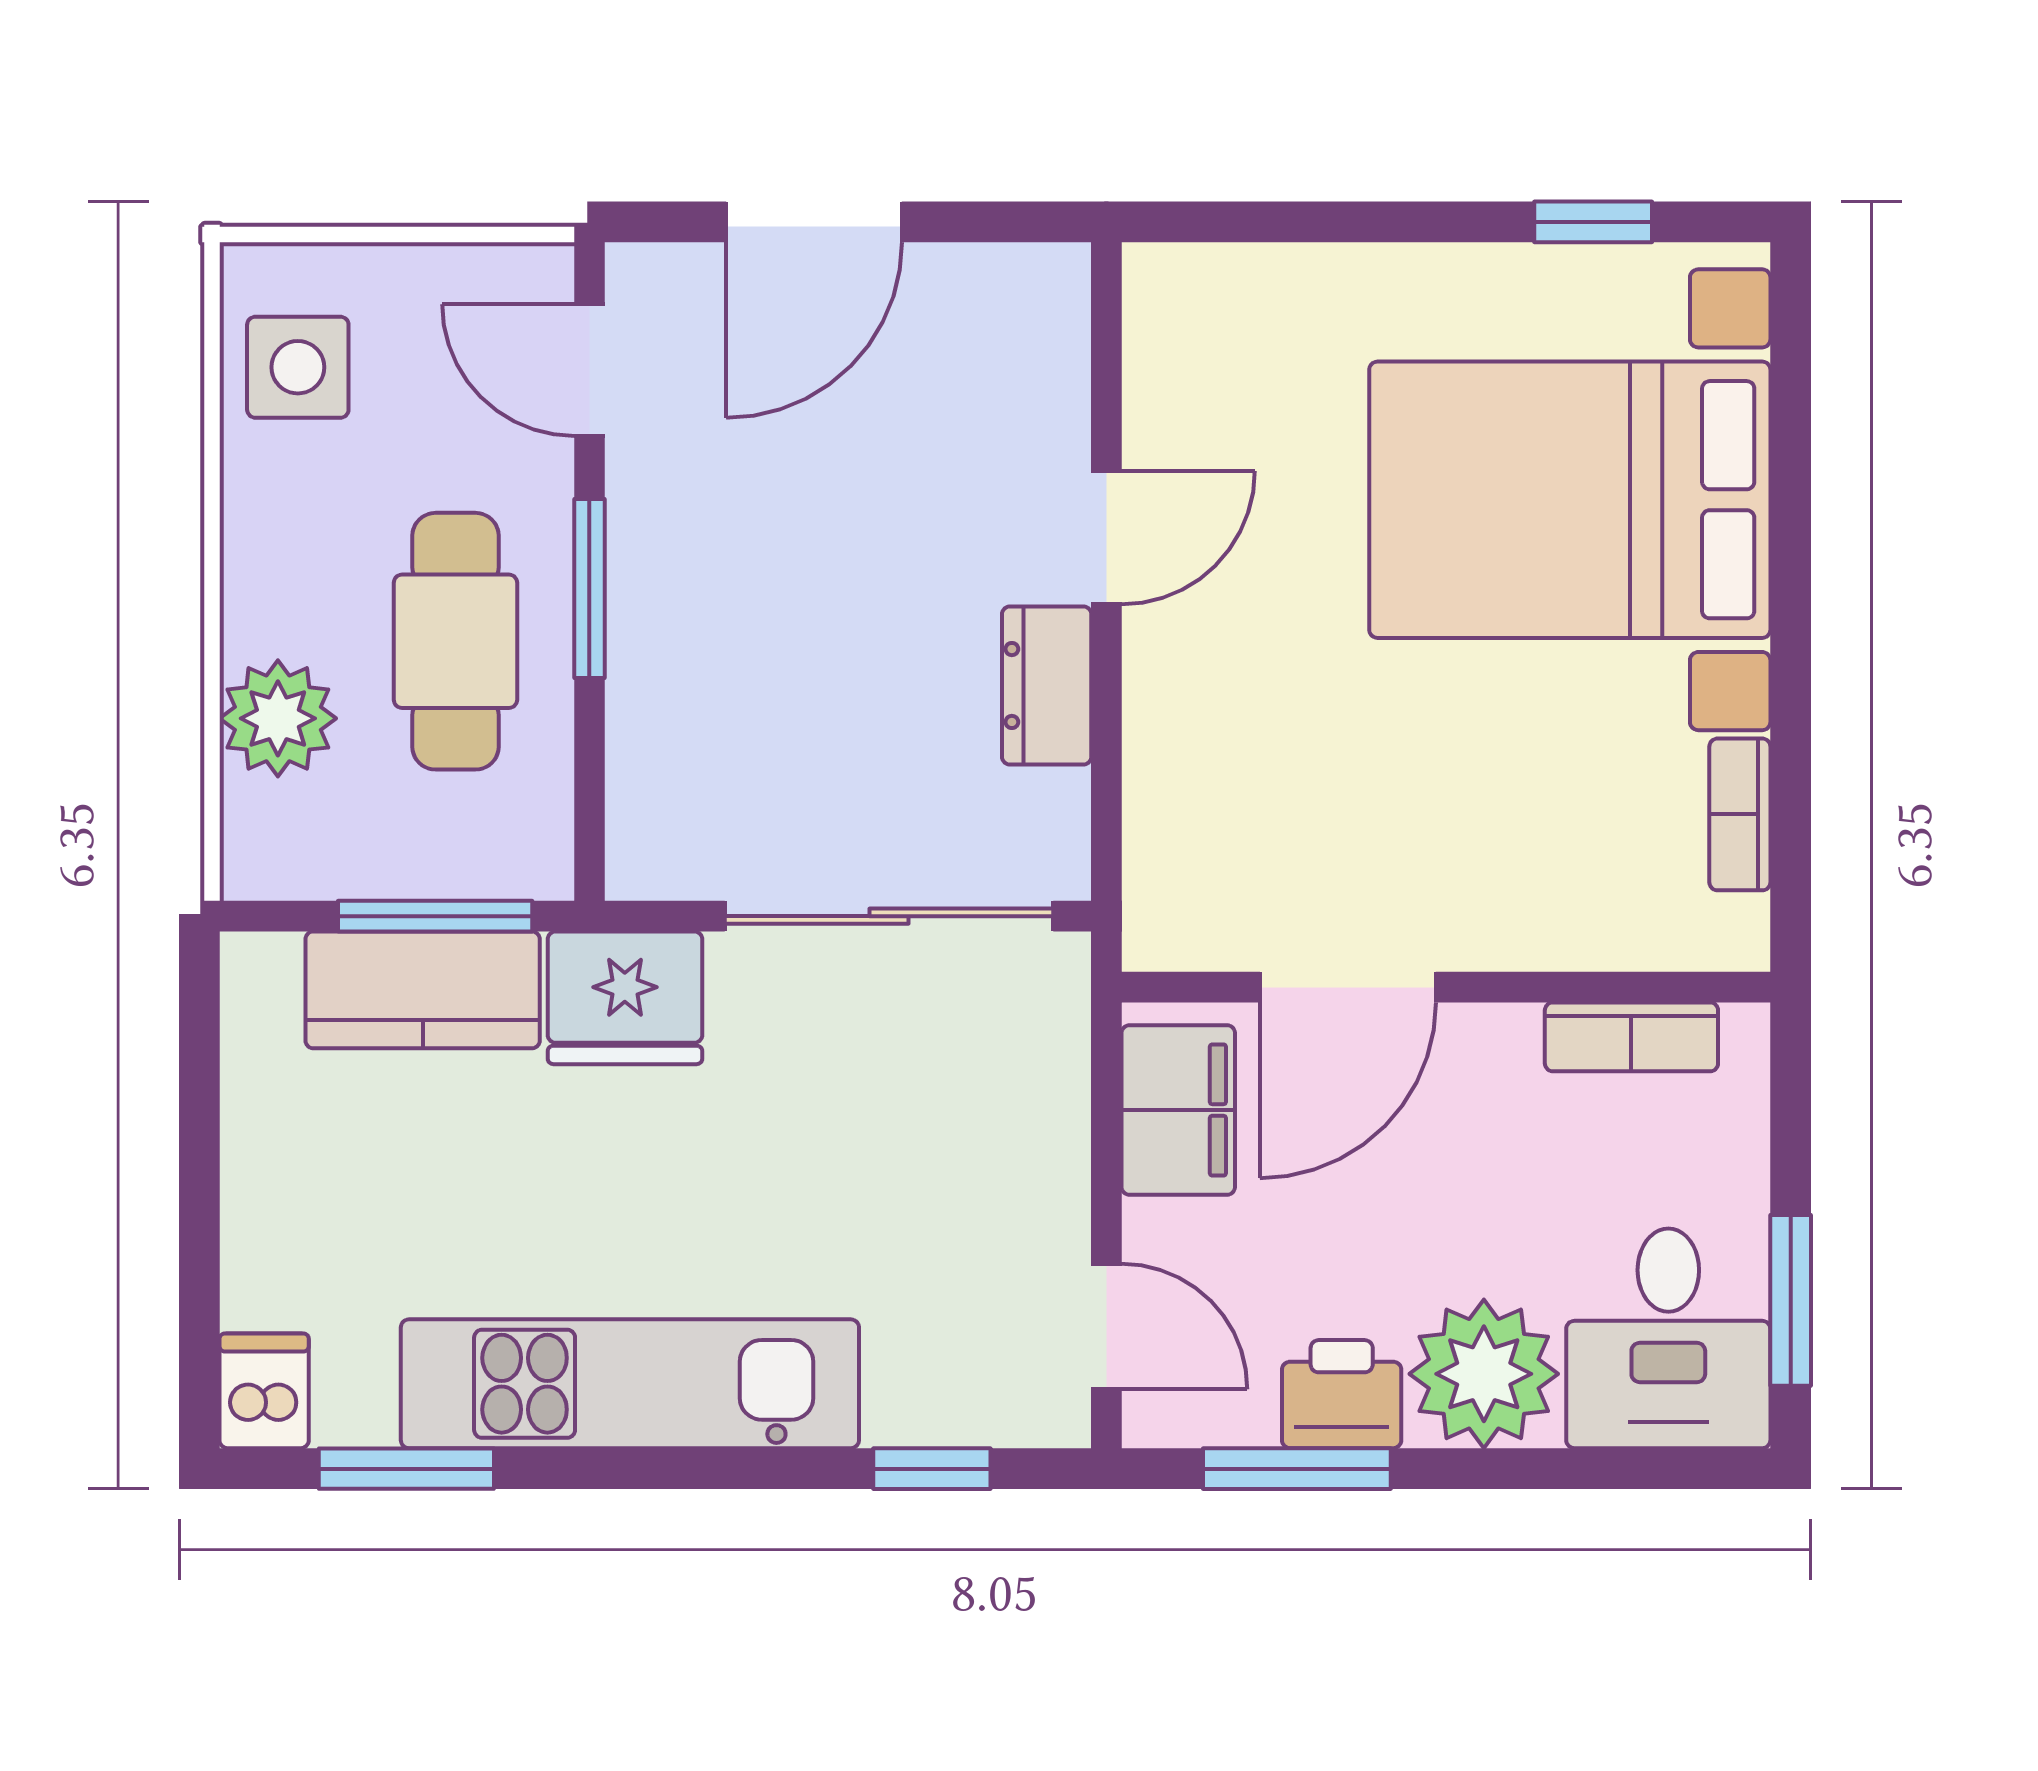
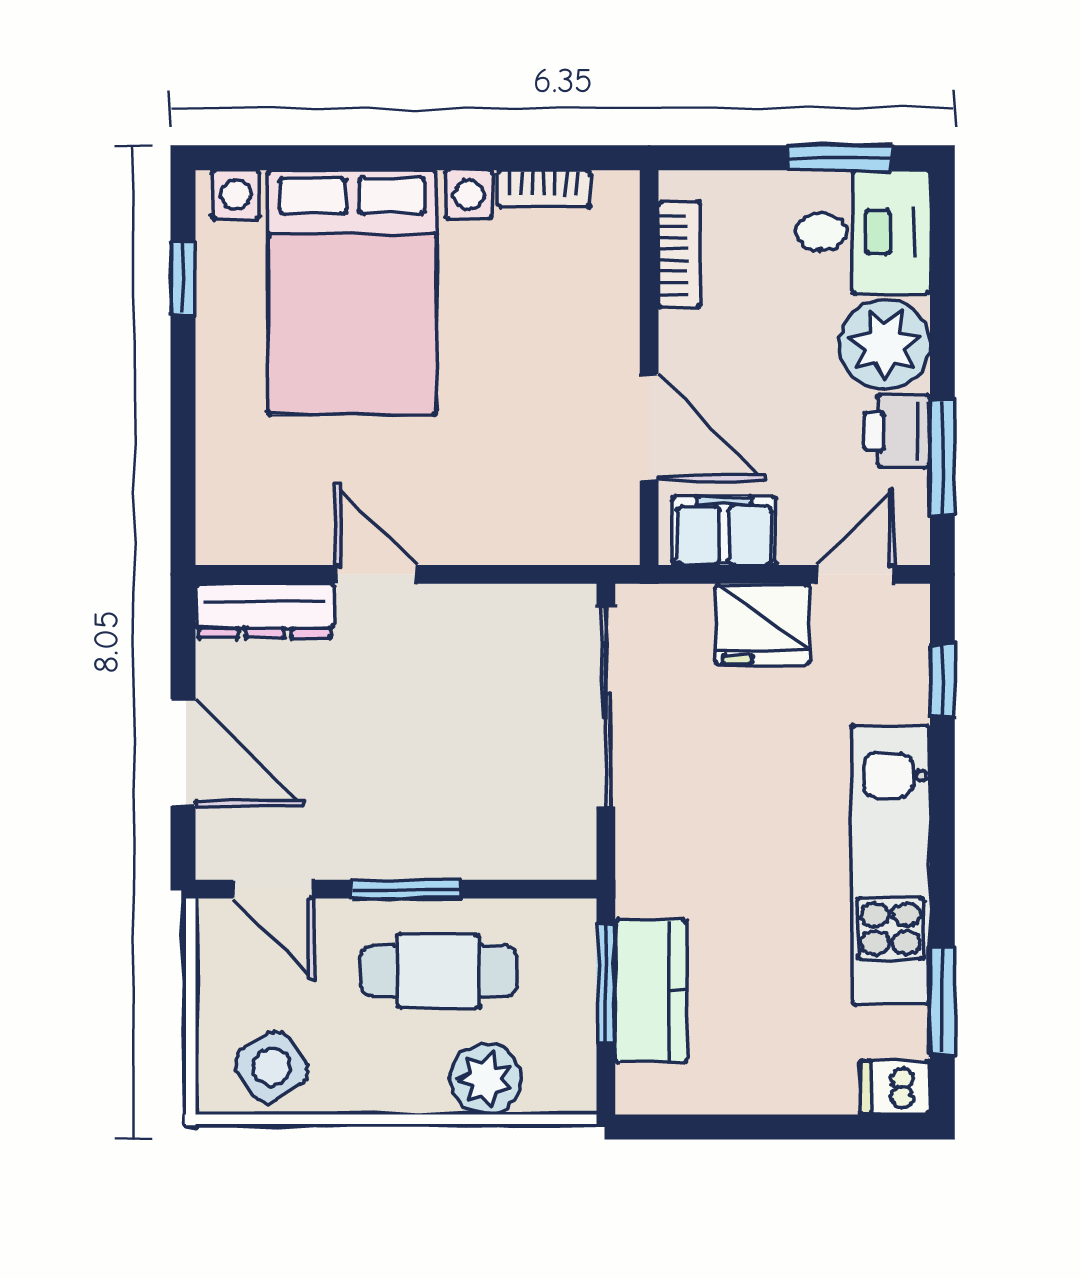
side table: (298, 367) -> (272, 1067), turned -32
door: (589, 370) -> (273, 889), hinge flipped
dresser: (1047, 685) -> (265, 611), moved, width x1.44
fridge: (625, 998) -> (762, 624), moved, turned 90

